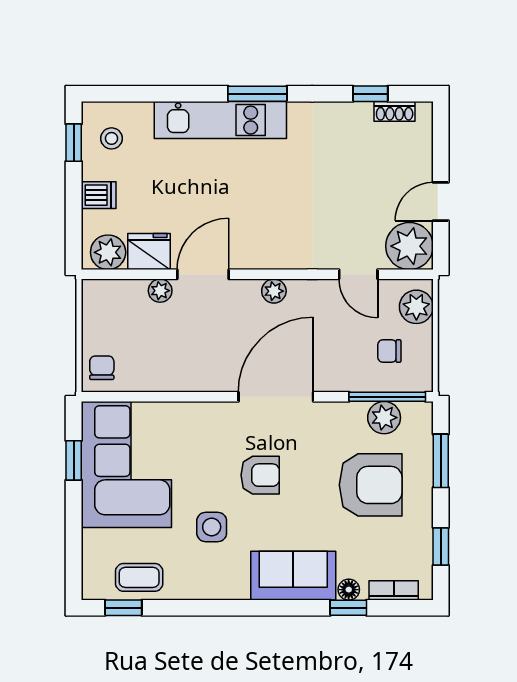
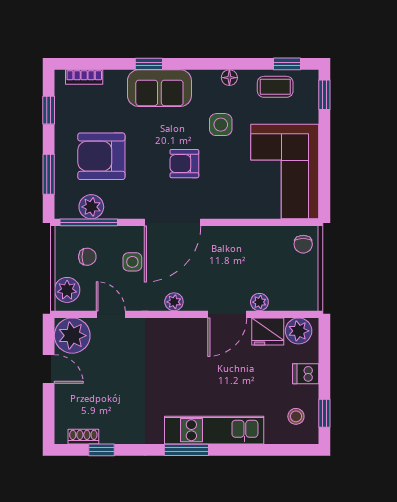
door: (441, 202) -> (49, 369), hinge flipped
side table: (329, 344) -> (132, 262), added
window: (74, 460) -> (324, 95), moved
floor lamp: (349, 590) -> (229, 78), moved
window: (348, 608) -> (149, 64), moved

